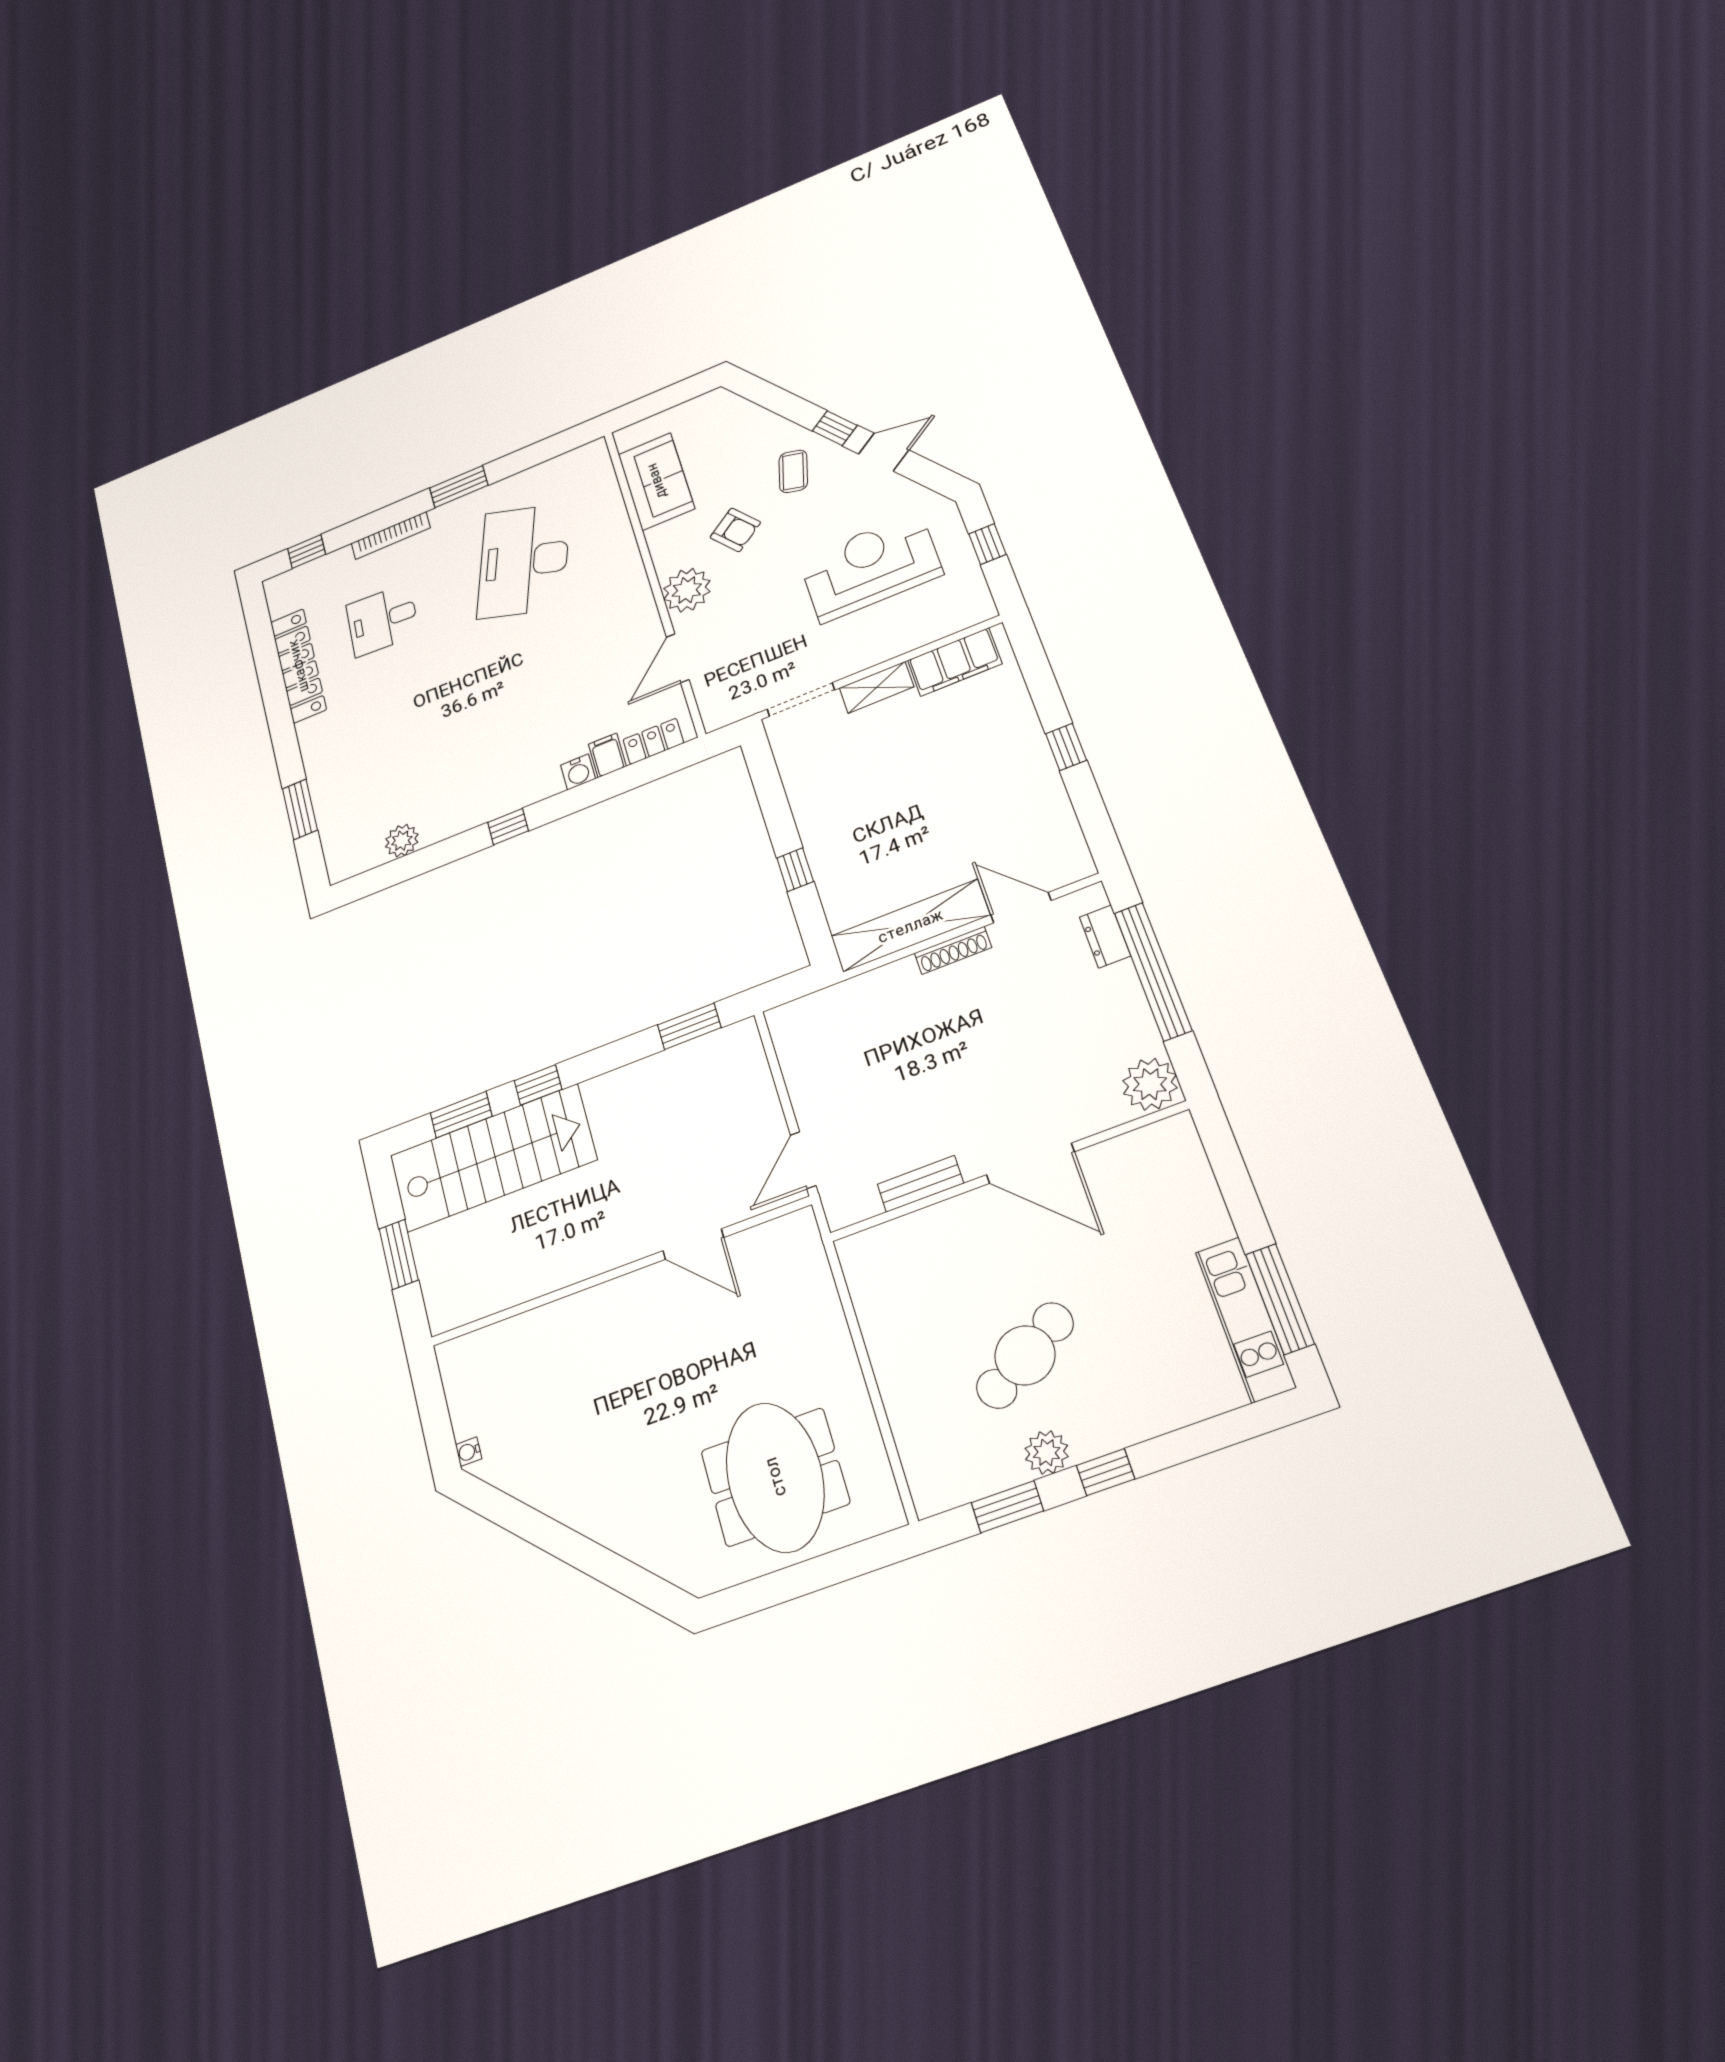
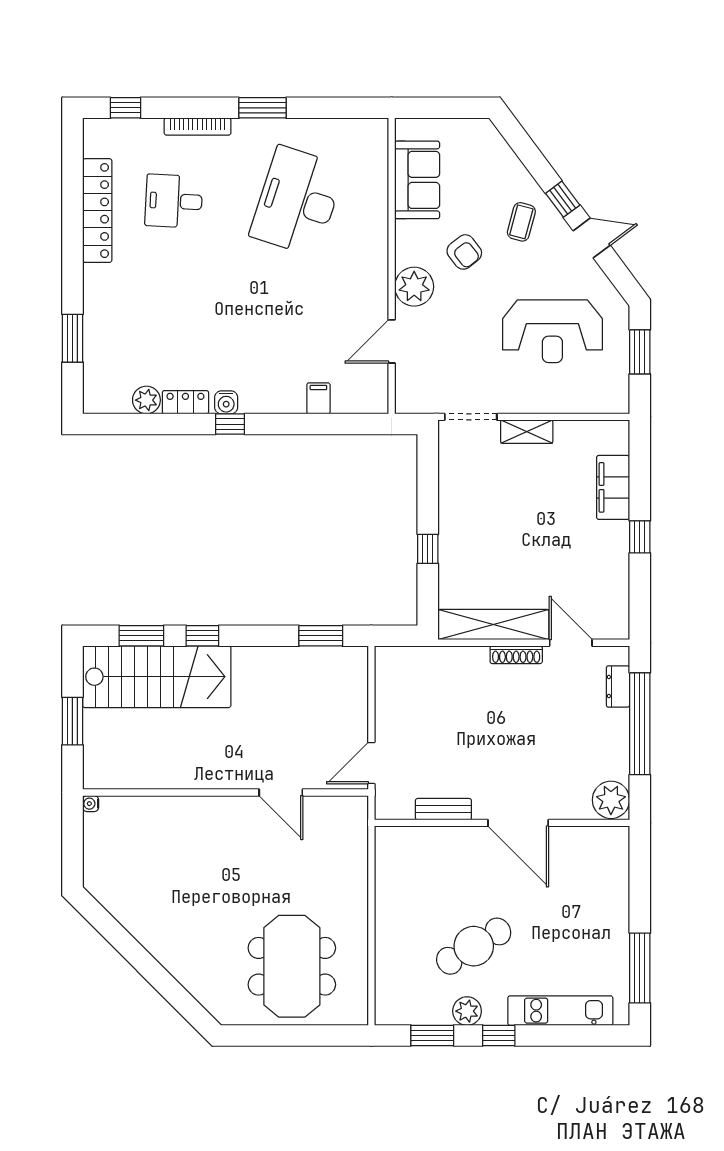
window: (987, 544) -> (640, 352), width x1.50
reception desk: (870, 567) -> (552, 331), turned 180
filing cabinet: (955, 662) -> (613, 487), moved, turned 90
locker: (653, 741) -> (185, 402), moved
water cooler: (578, 772) -> (226, 402), moved
kitchen unit: (1245, 1319) -> (560, 1011), moved, turned 90
water cooler: (469, 1452) -> (91, 804), moved

